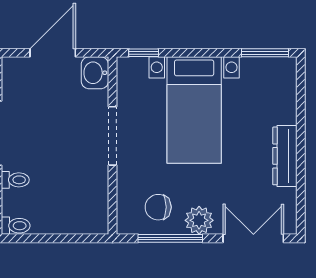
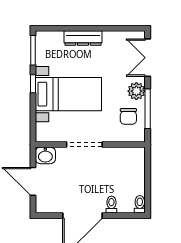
window: (144, 53) -> (33, 84), moved
dresser: (285, 156) -> (83, 38), moved

